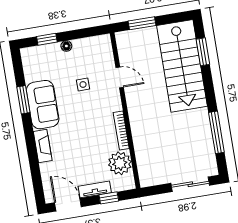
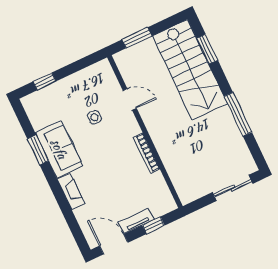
floor lamp: (66, 46) -> (66, 83), removed
window: (216, 132) -> (238, 114), moved
plant: (120, 163) -> (155, 187), removed

